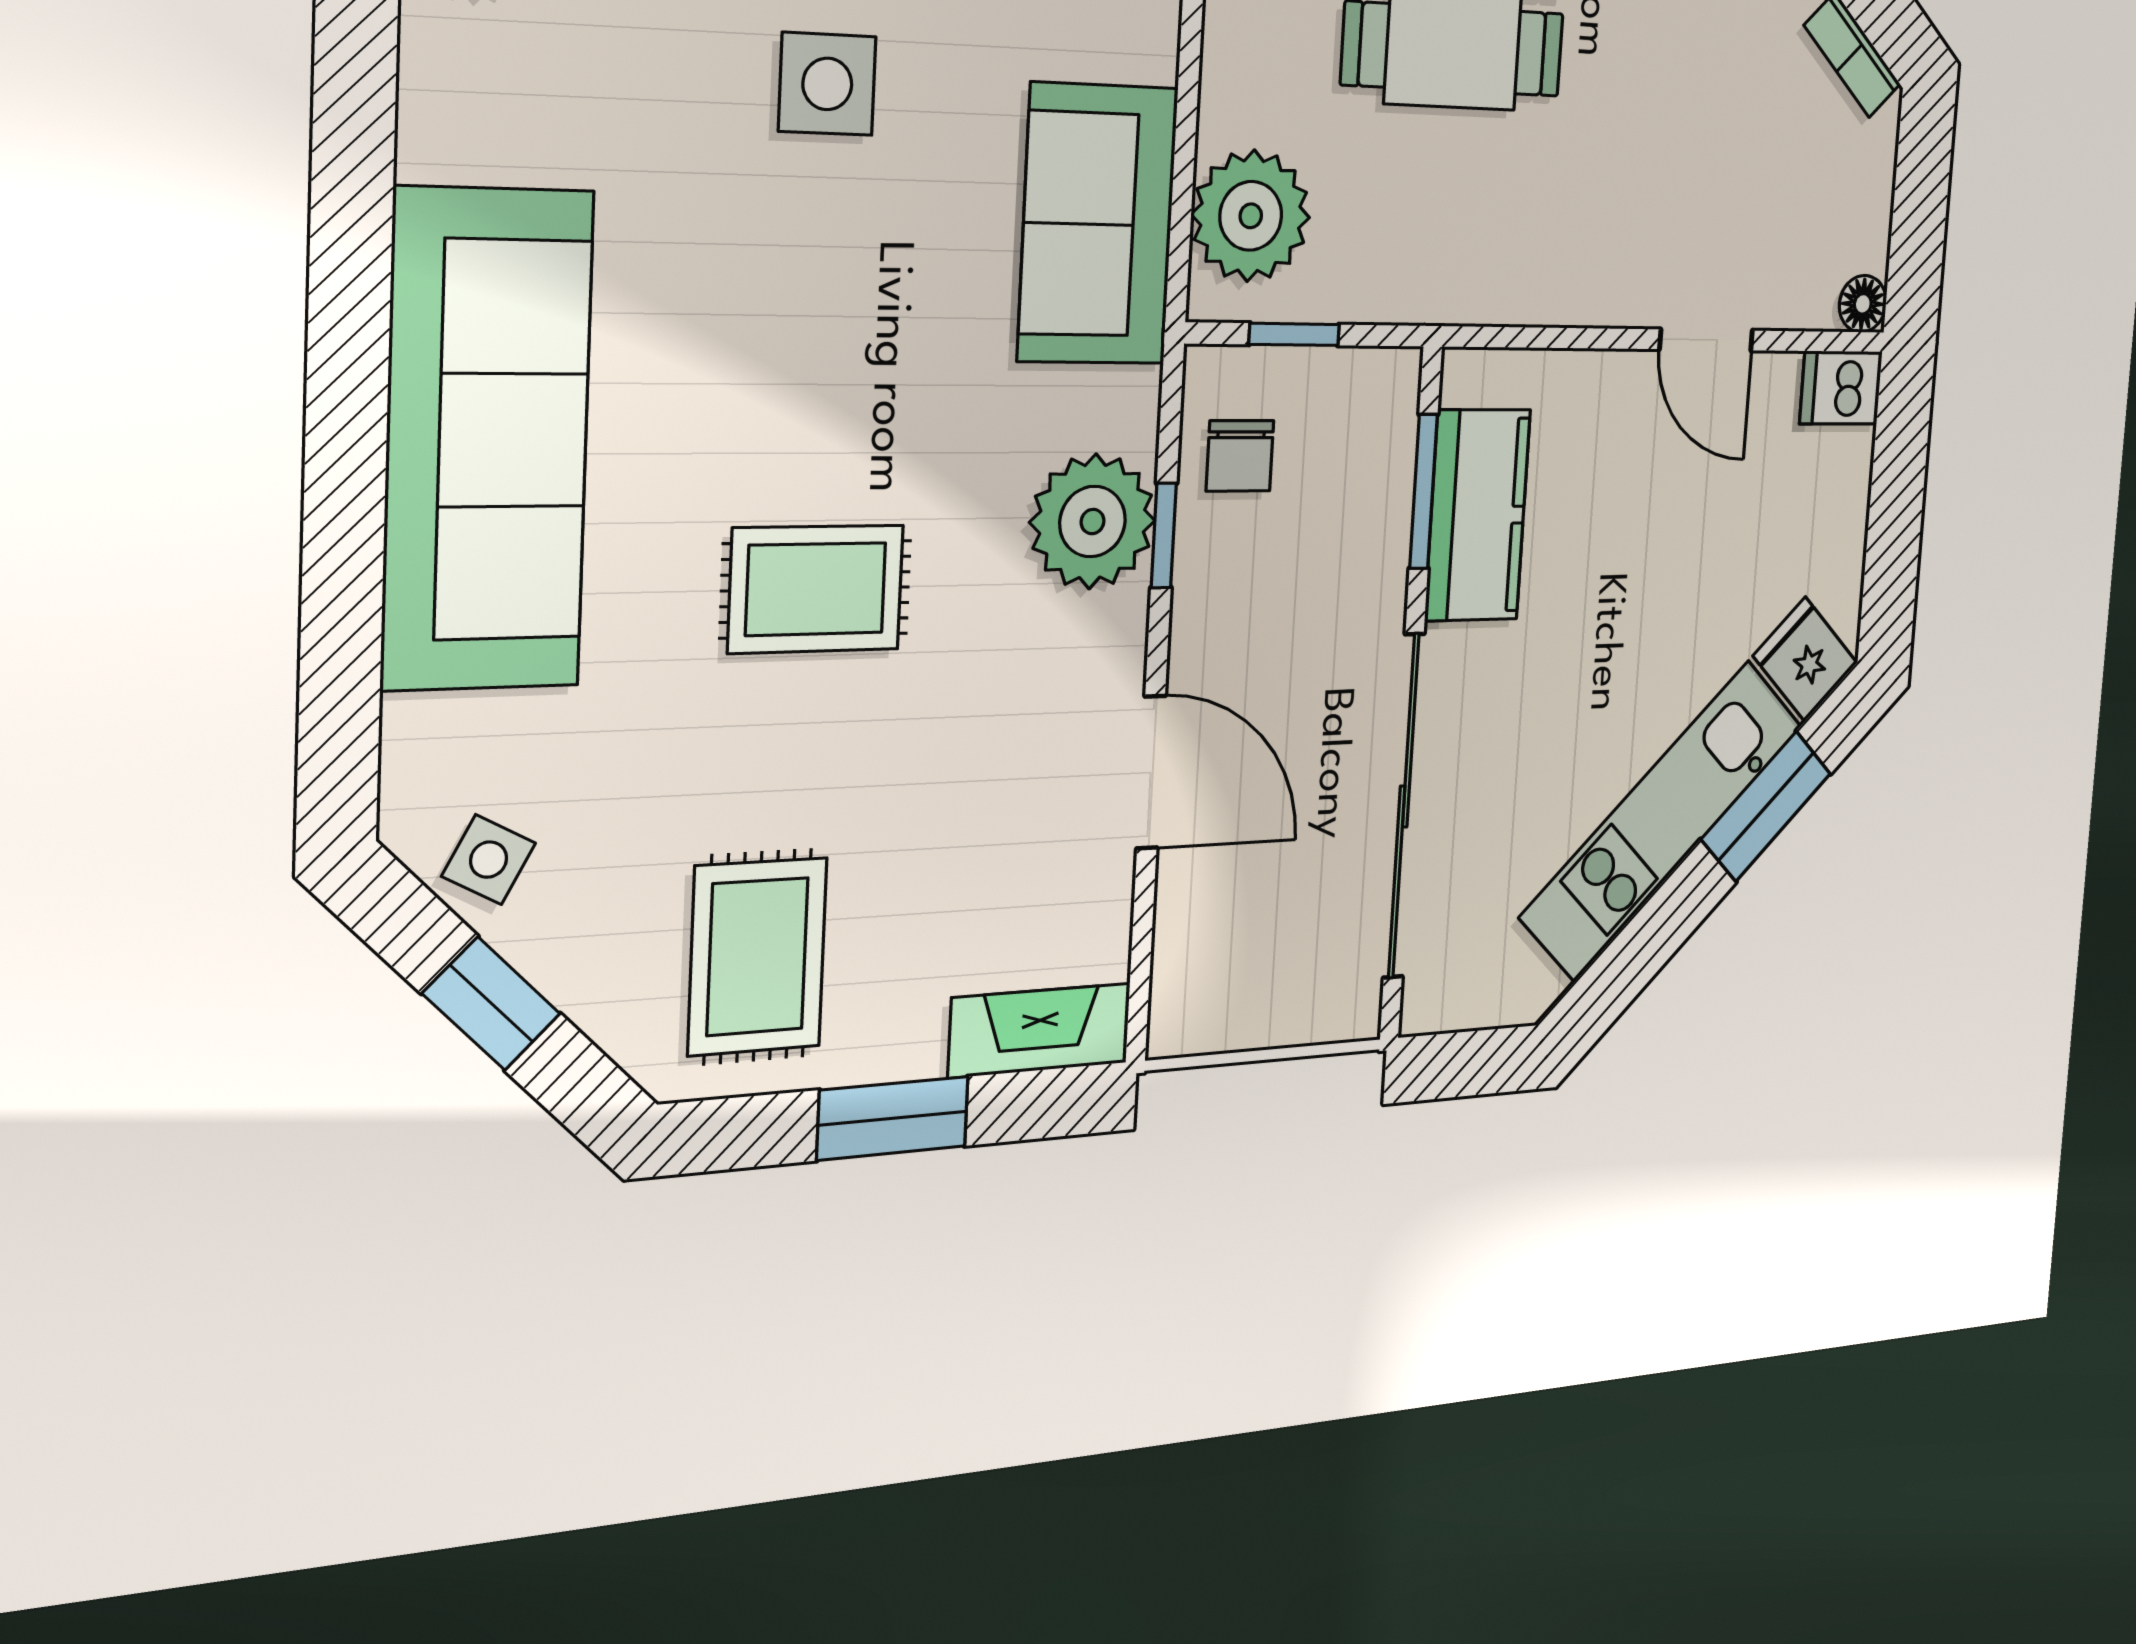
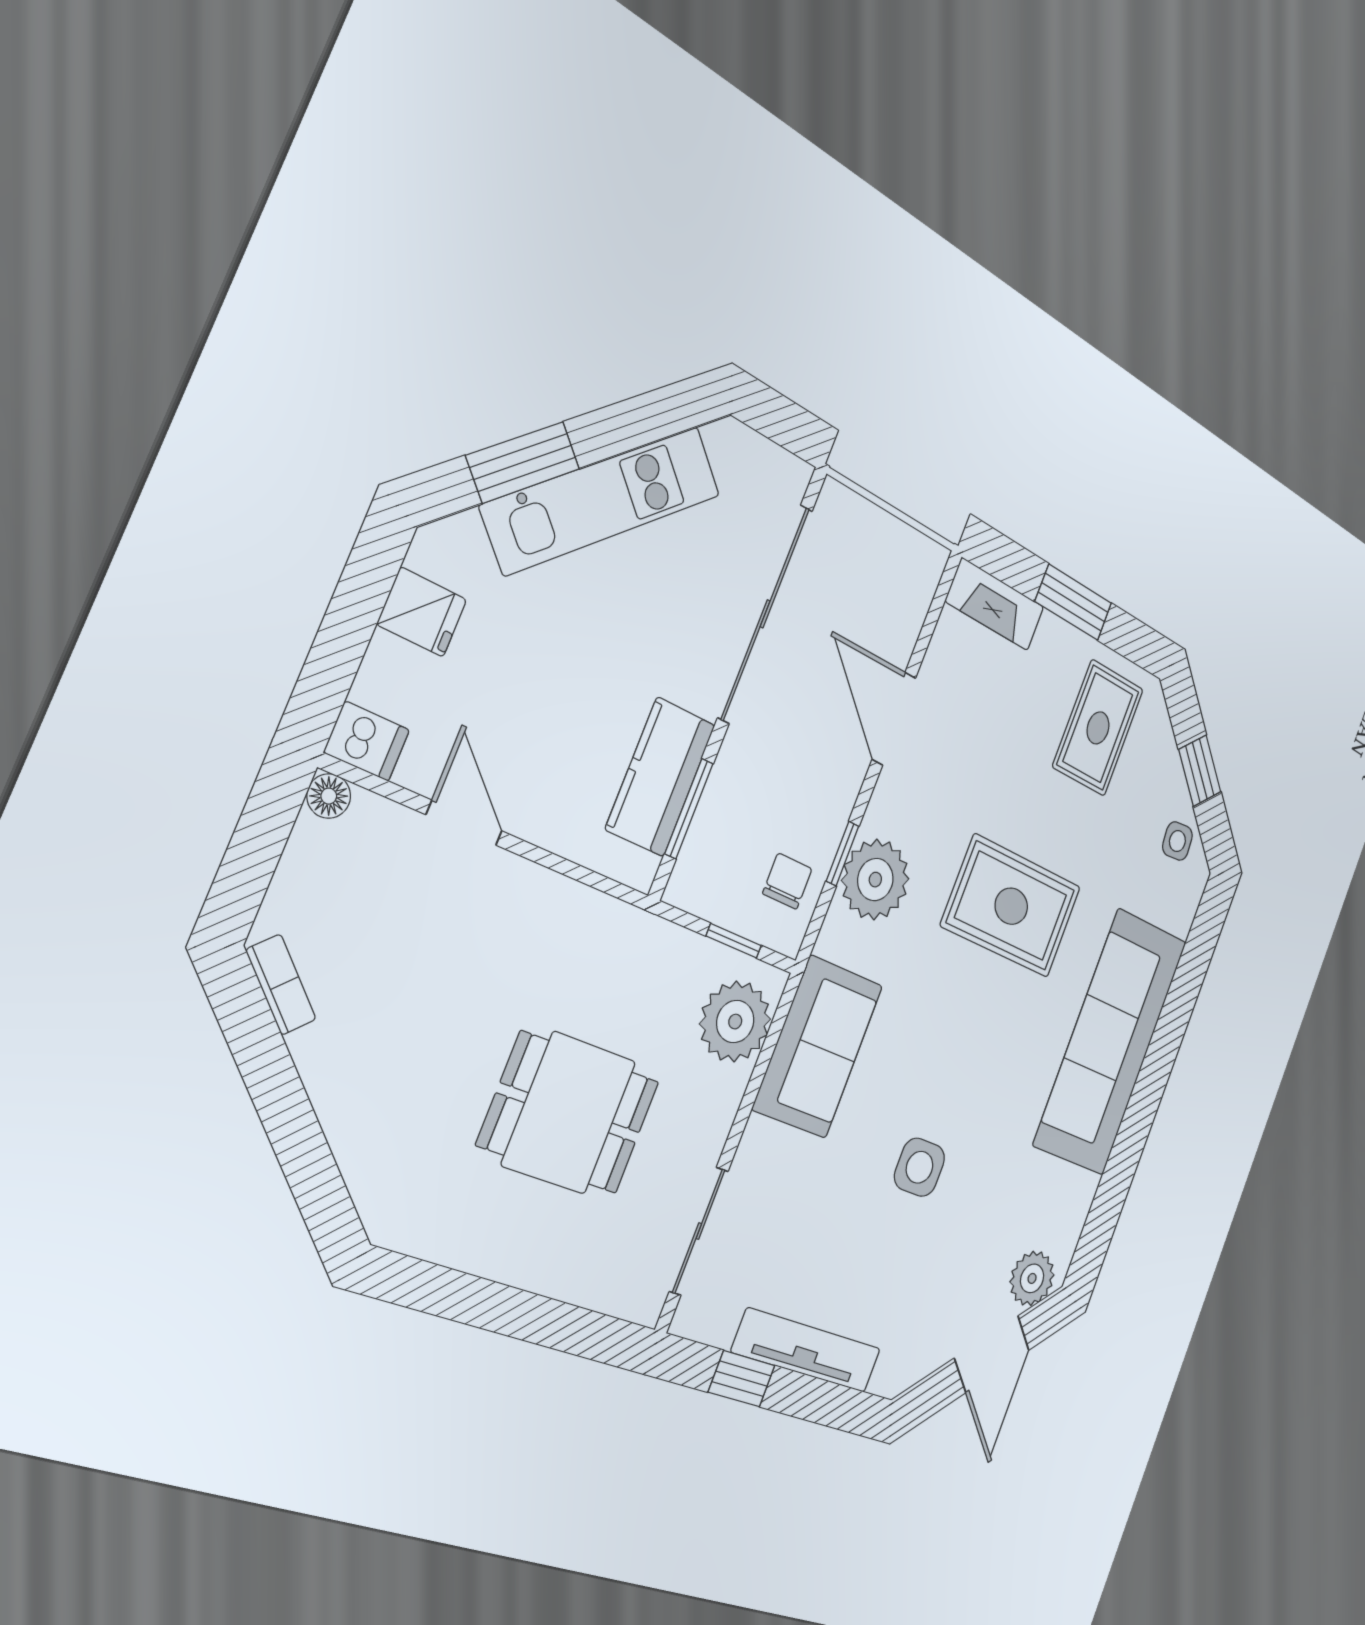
rug: (816, 589) -> (1011, 906), width x1.36, depth x1.43
fridge: (1805, 659) -> (422, 612), moved, turned -45
side table: (489, 860) -> (1177, 841), turned -33

